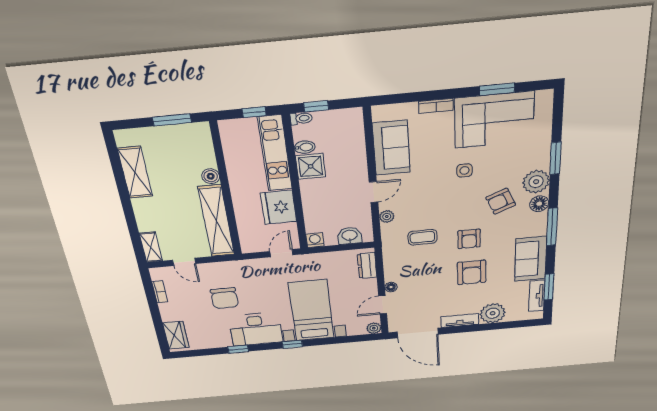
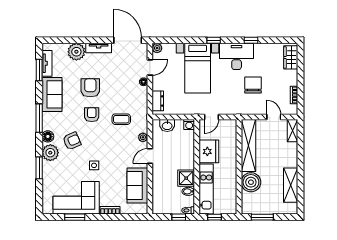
boiler: (211, 176) -> (251, 182), width x1.86, depth x1.86

